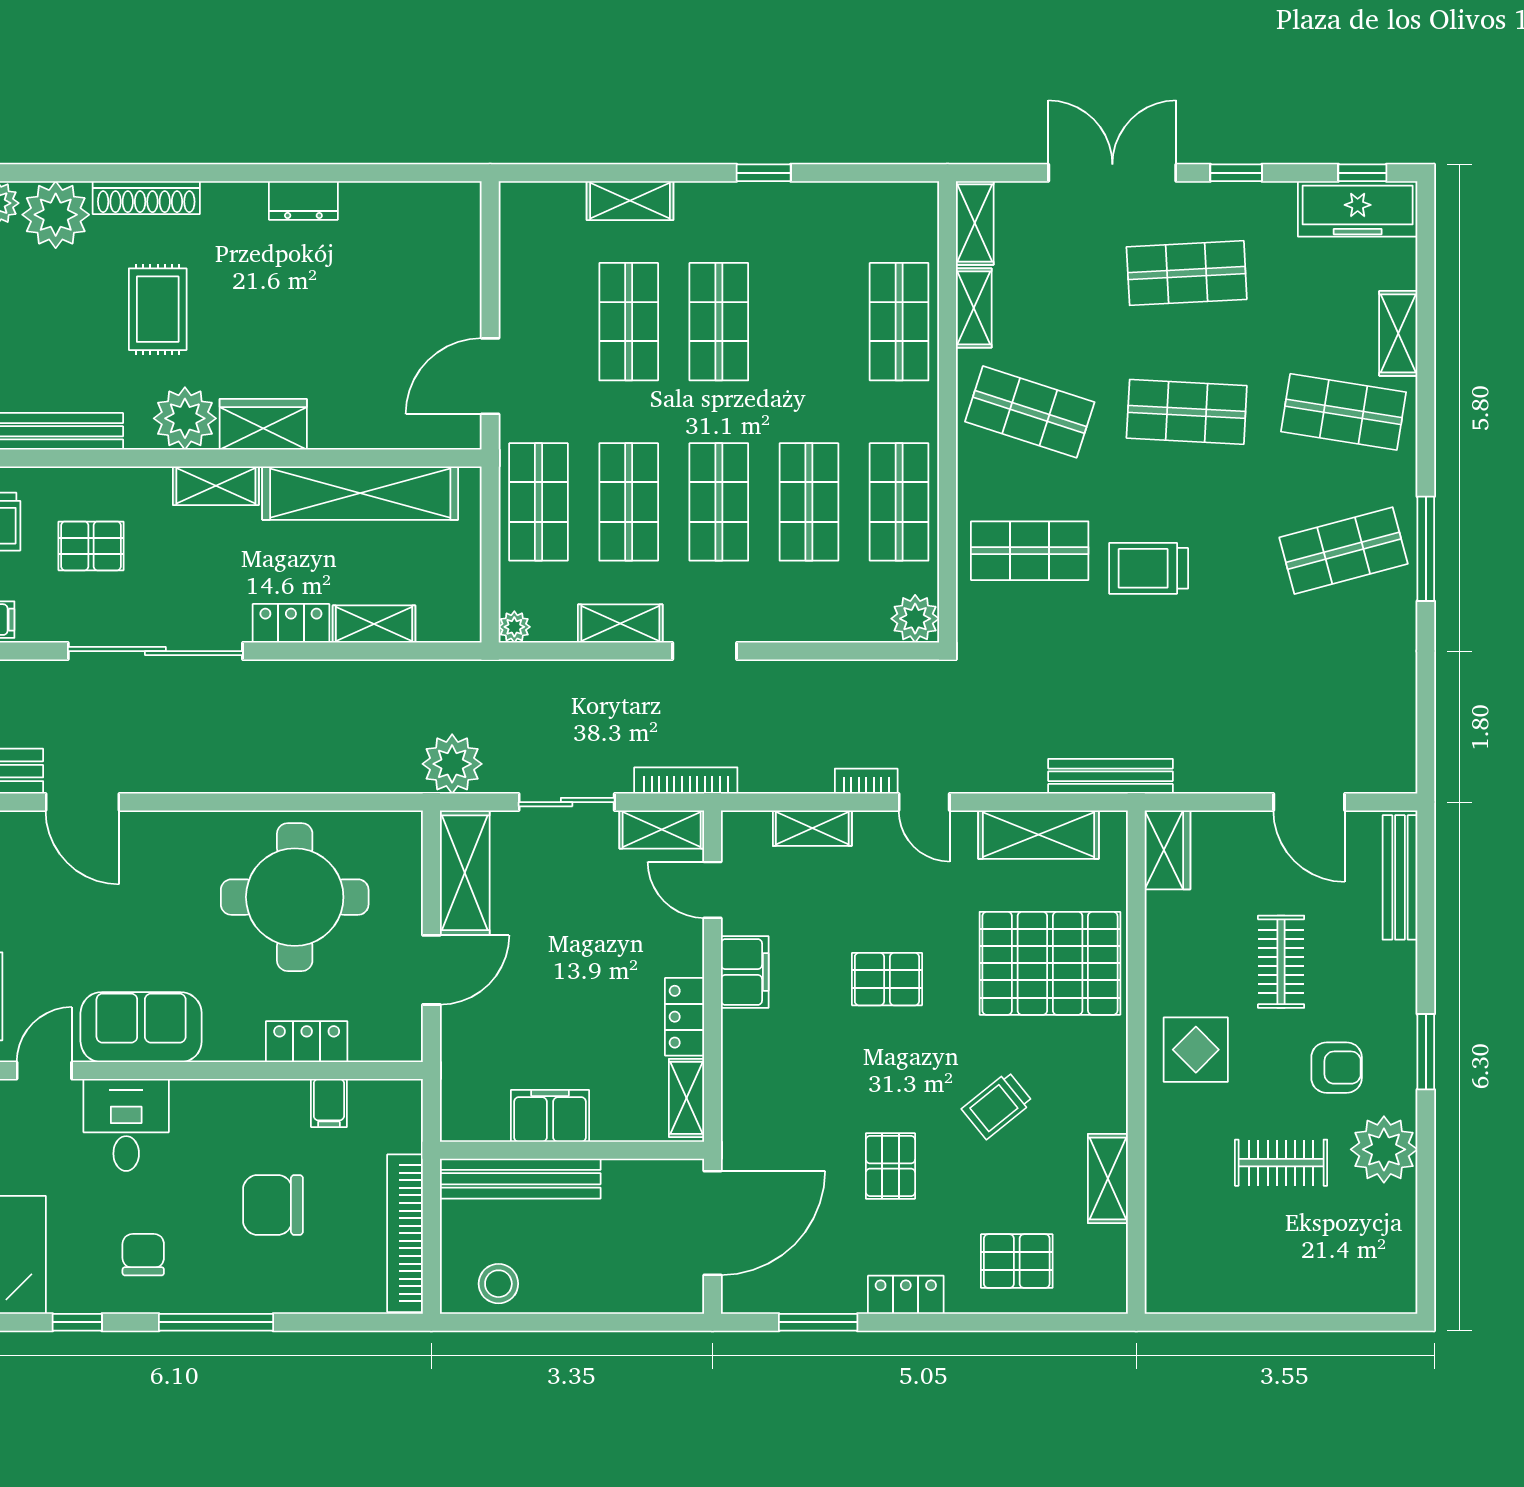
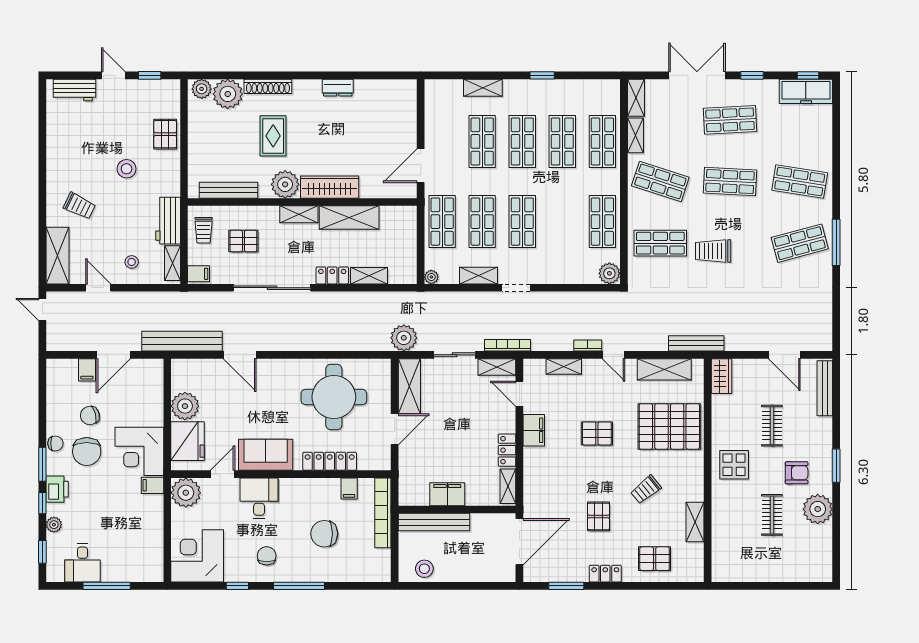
shelving: (1398, 333) -> (824, 147), removed
wardrobe: (263, 424) -> (330, 187), width x1.50
shelving: (360, 493) -> (349, 218), width x0.68
shop shelf: (809, 502) -> (562, 141), moved
locker: (307, 1042) -> (330, 461), width x1.53
clothes rail: (1281, 1163) -> (772, 515), turned 90
bookcase: (405, 1233) -> (383, 513), moved

